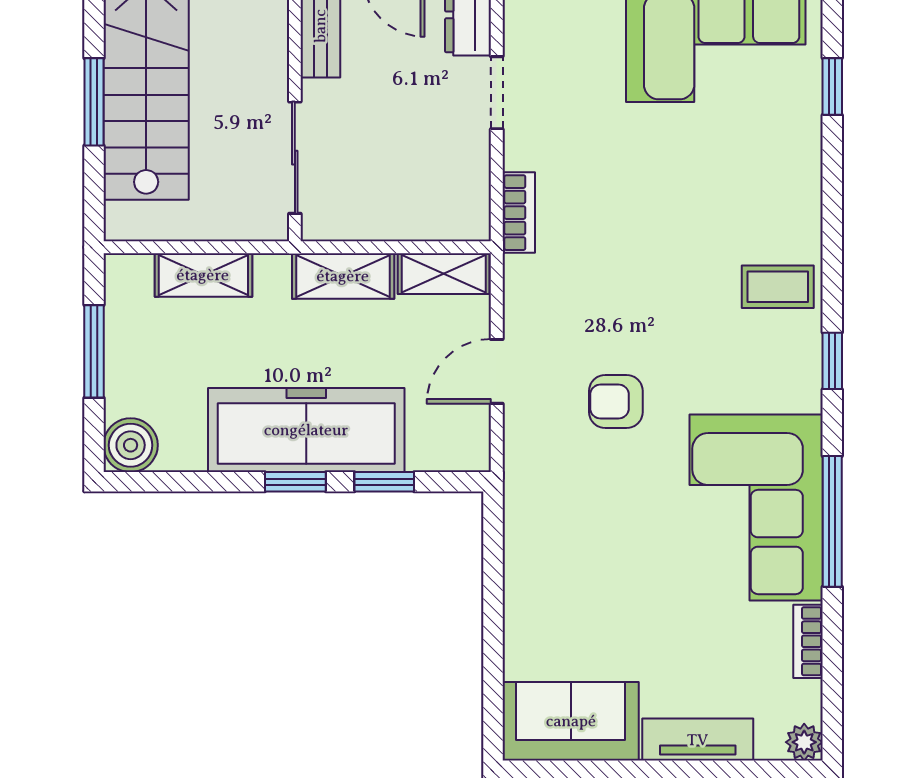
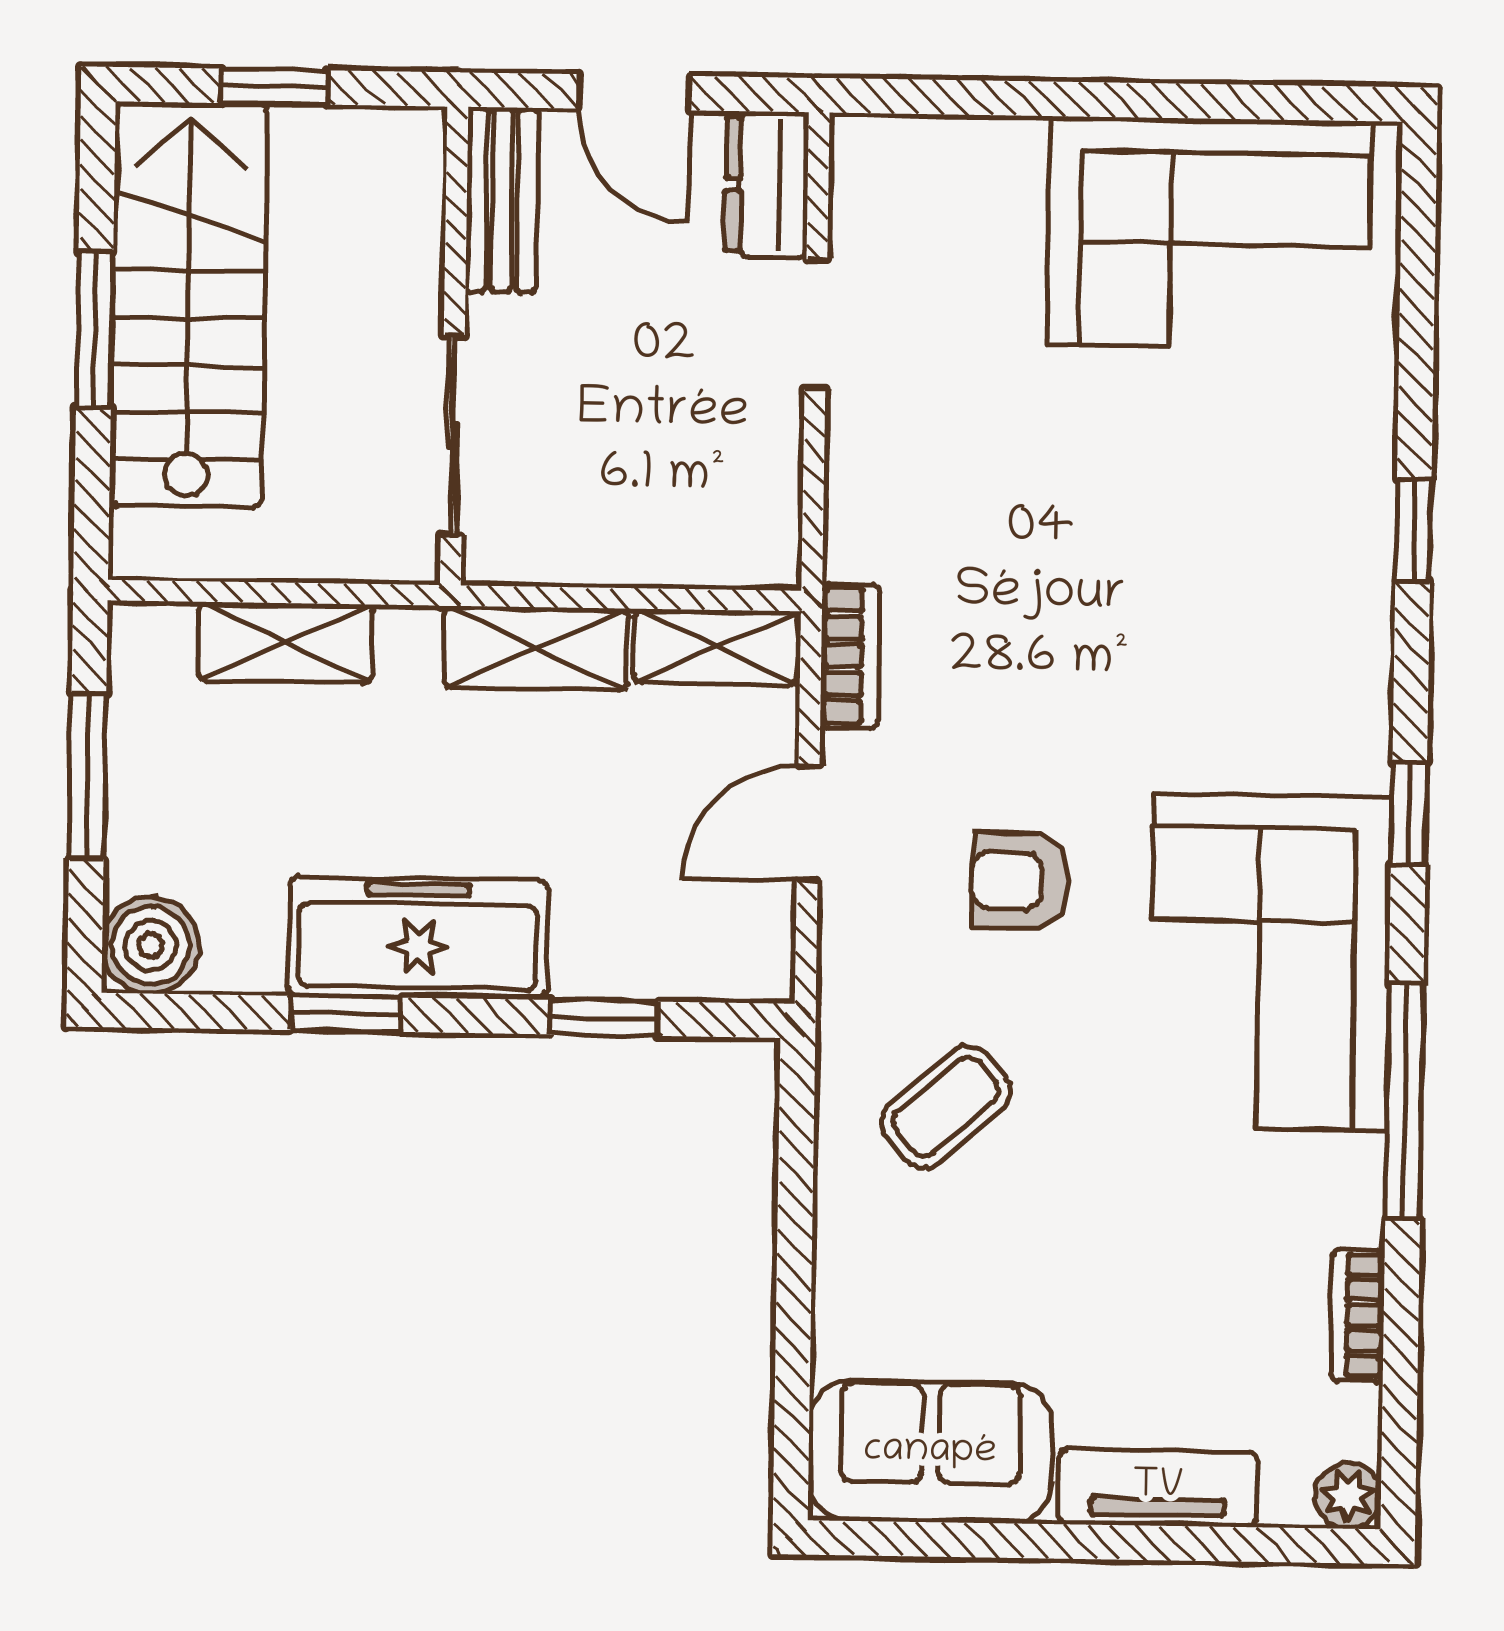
window: (832, 87) -> (1413, 530), moved
bookcase: (519, 213) -> (850, 656), moved
coffee table: (778, 287) -> (946, 1107), moved, turned -41
freezer: (306, 430) -> (418, 938), width x0.73, depth x0.79
window: (295, 482) -> (346, 1014), moved
corner sofa: (756, 508) -> (1270, 962), moved

